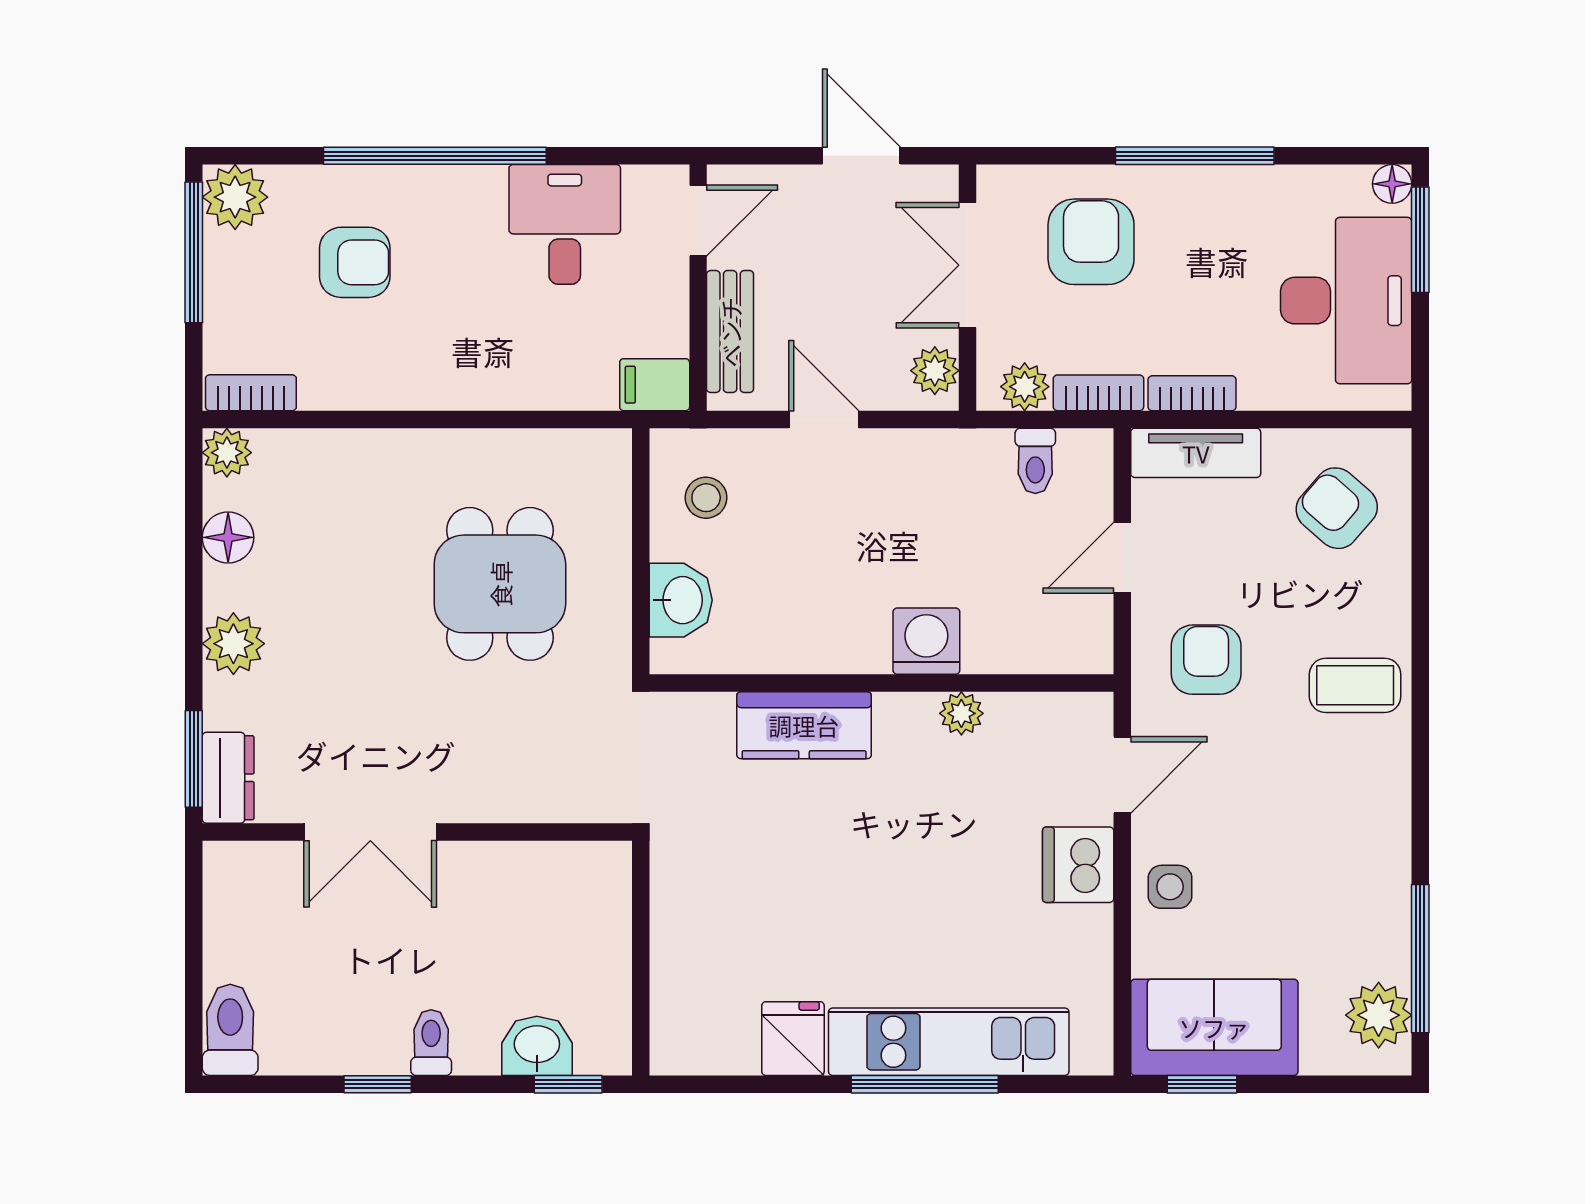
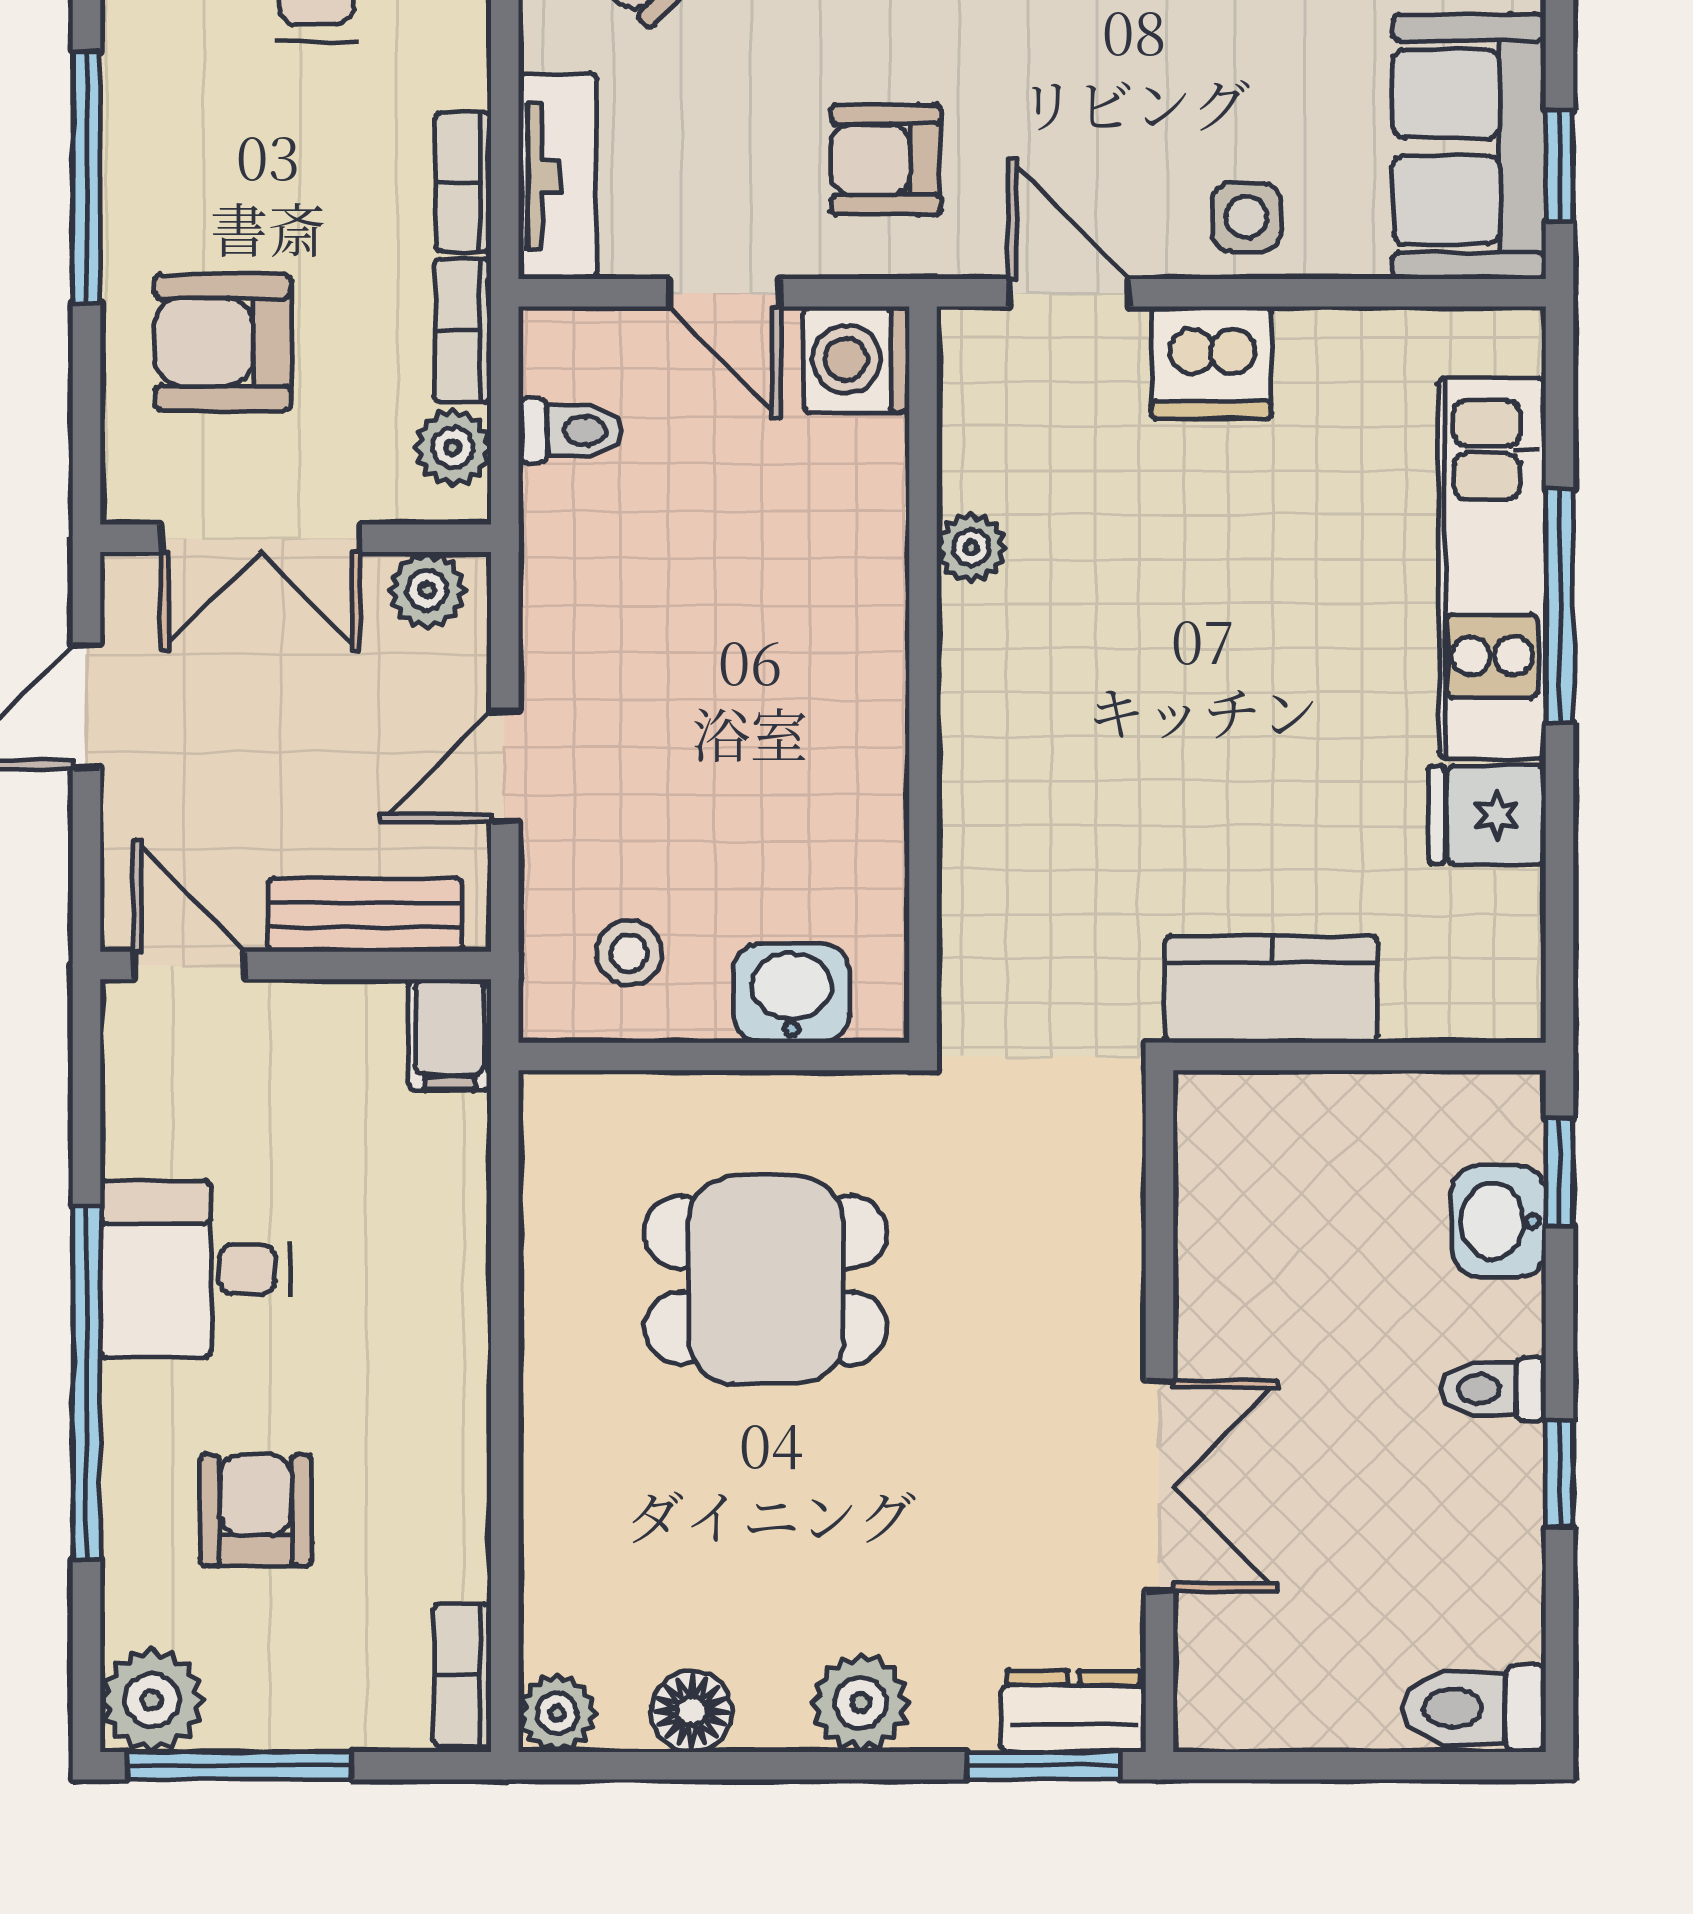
desk: (565, 224) -> (195, 1269), moved
washing machine: (926, 641) -> (857, 359), moved
kitchen counter: (804, 725) -> (1271, 990), moved, turned -90

